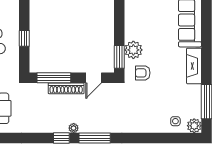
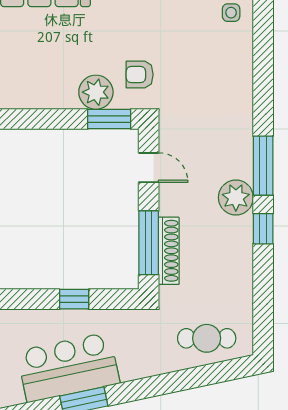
armchair: (143, 73) -> (140, 75), turned 90
shoe rack: (66, 88) -> (169, 251), moved
plant: (74, 128) -> (236, 197), width x1.88, depth x1.88

